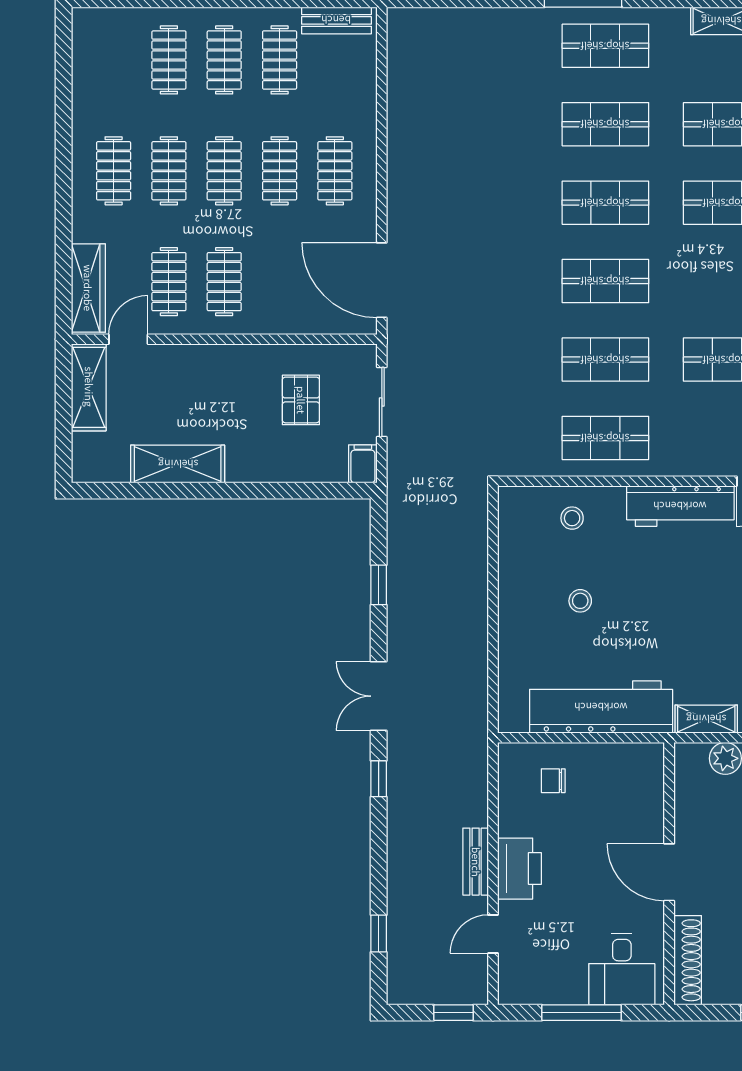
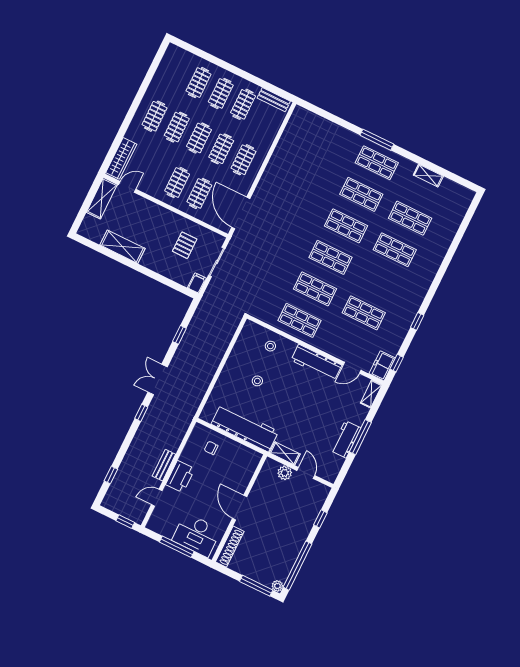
clothes rail: (169, 282) -> (199, 193), moved
desk: (622, 969) -> (197, 535), width x1.37

